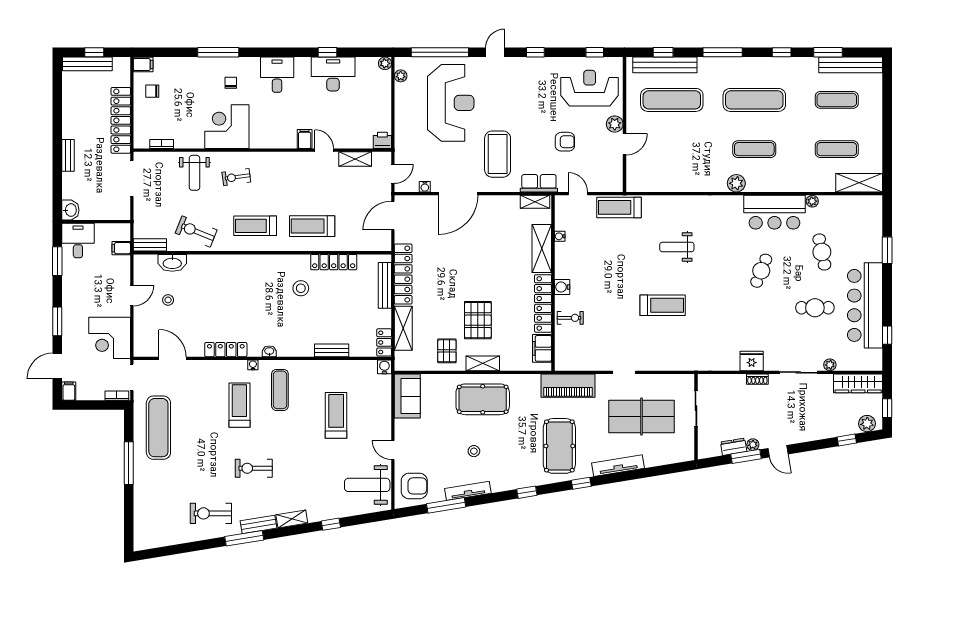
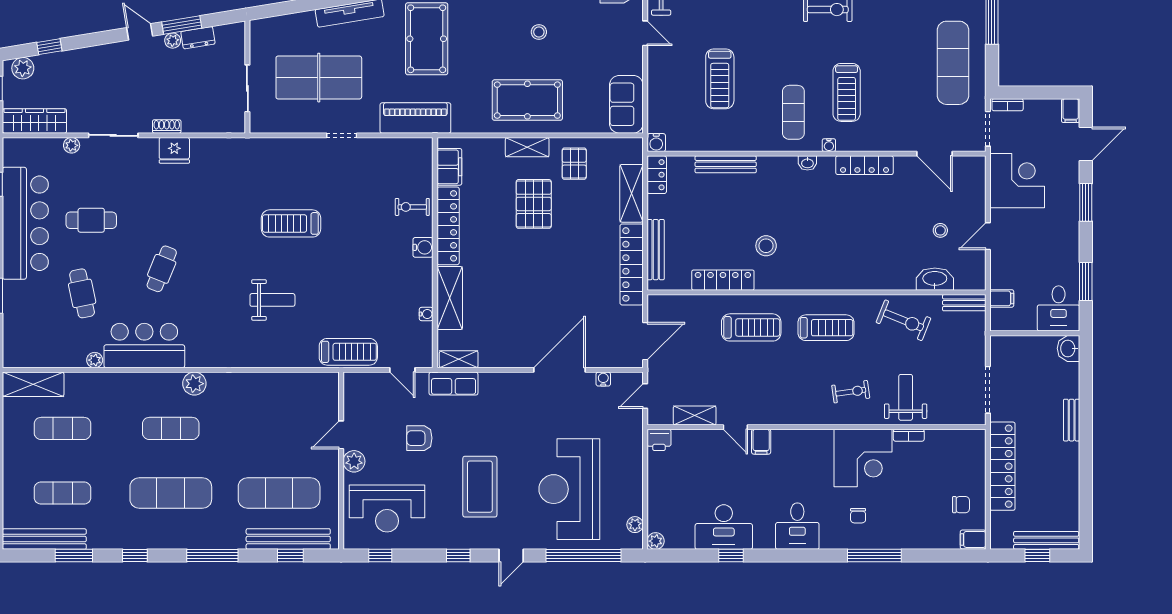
bookcase: (162, 144) -> (909, 435), moved
coffee table: (498, 154) -> (480, 487), moved
bench: (332, 350) -> (726, 164), width x1.36

